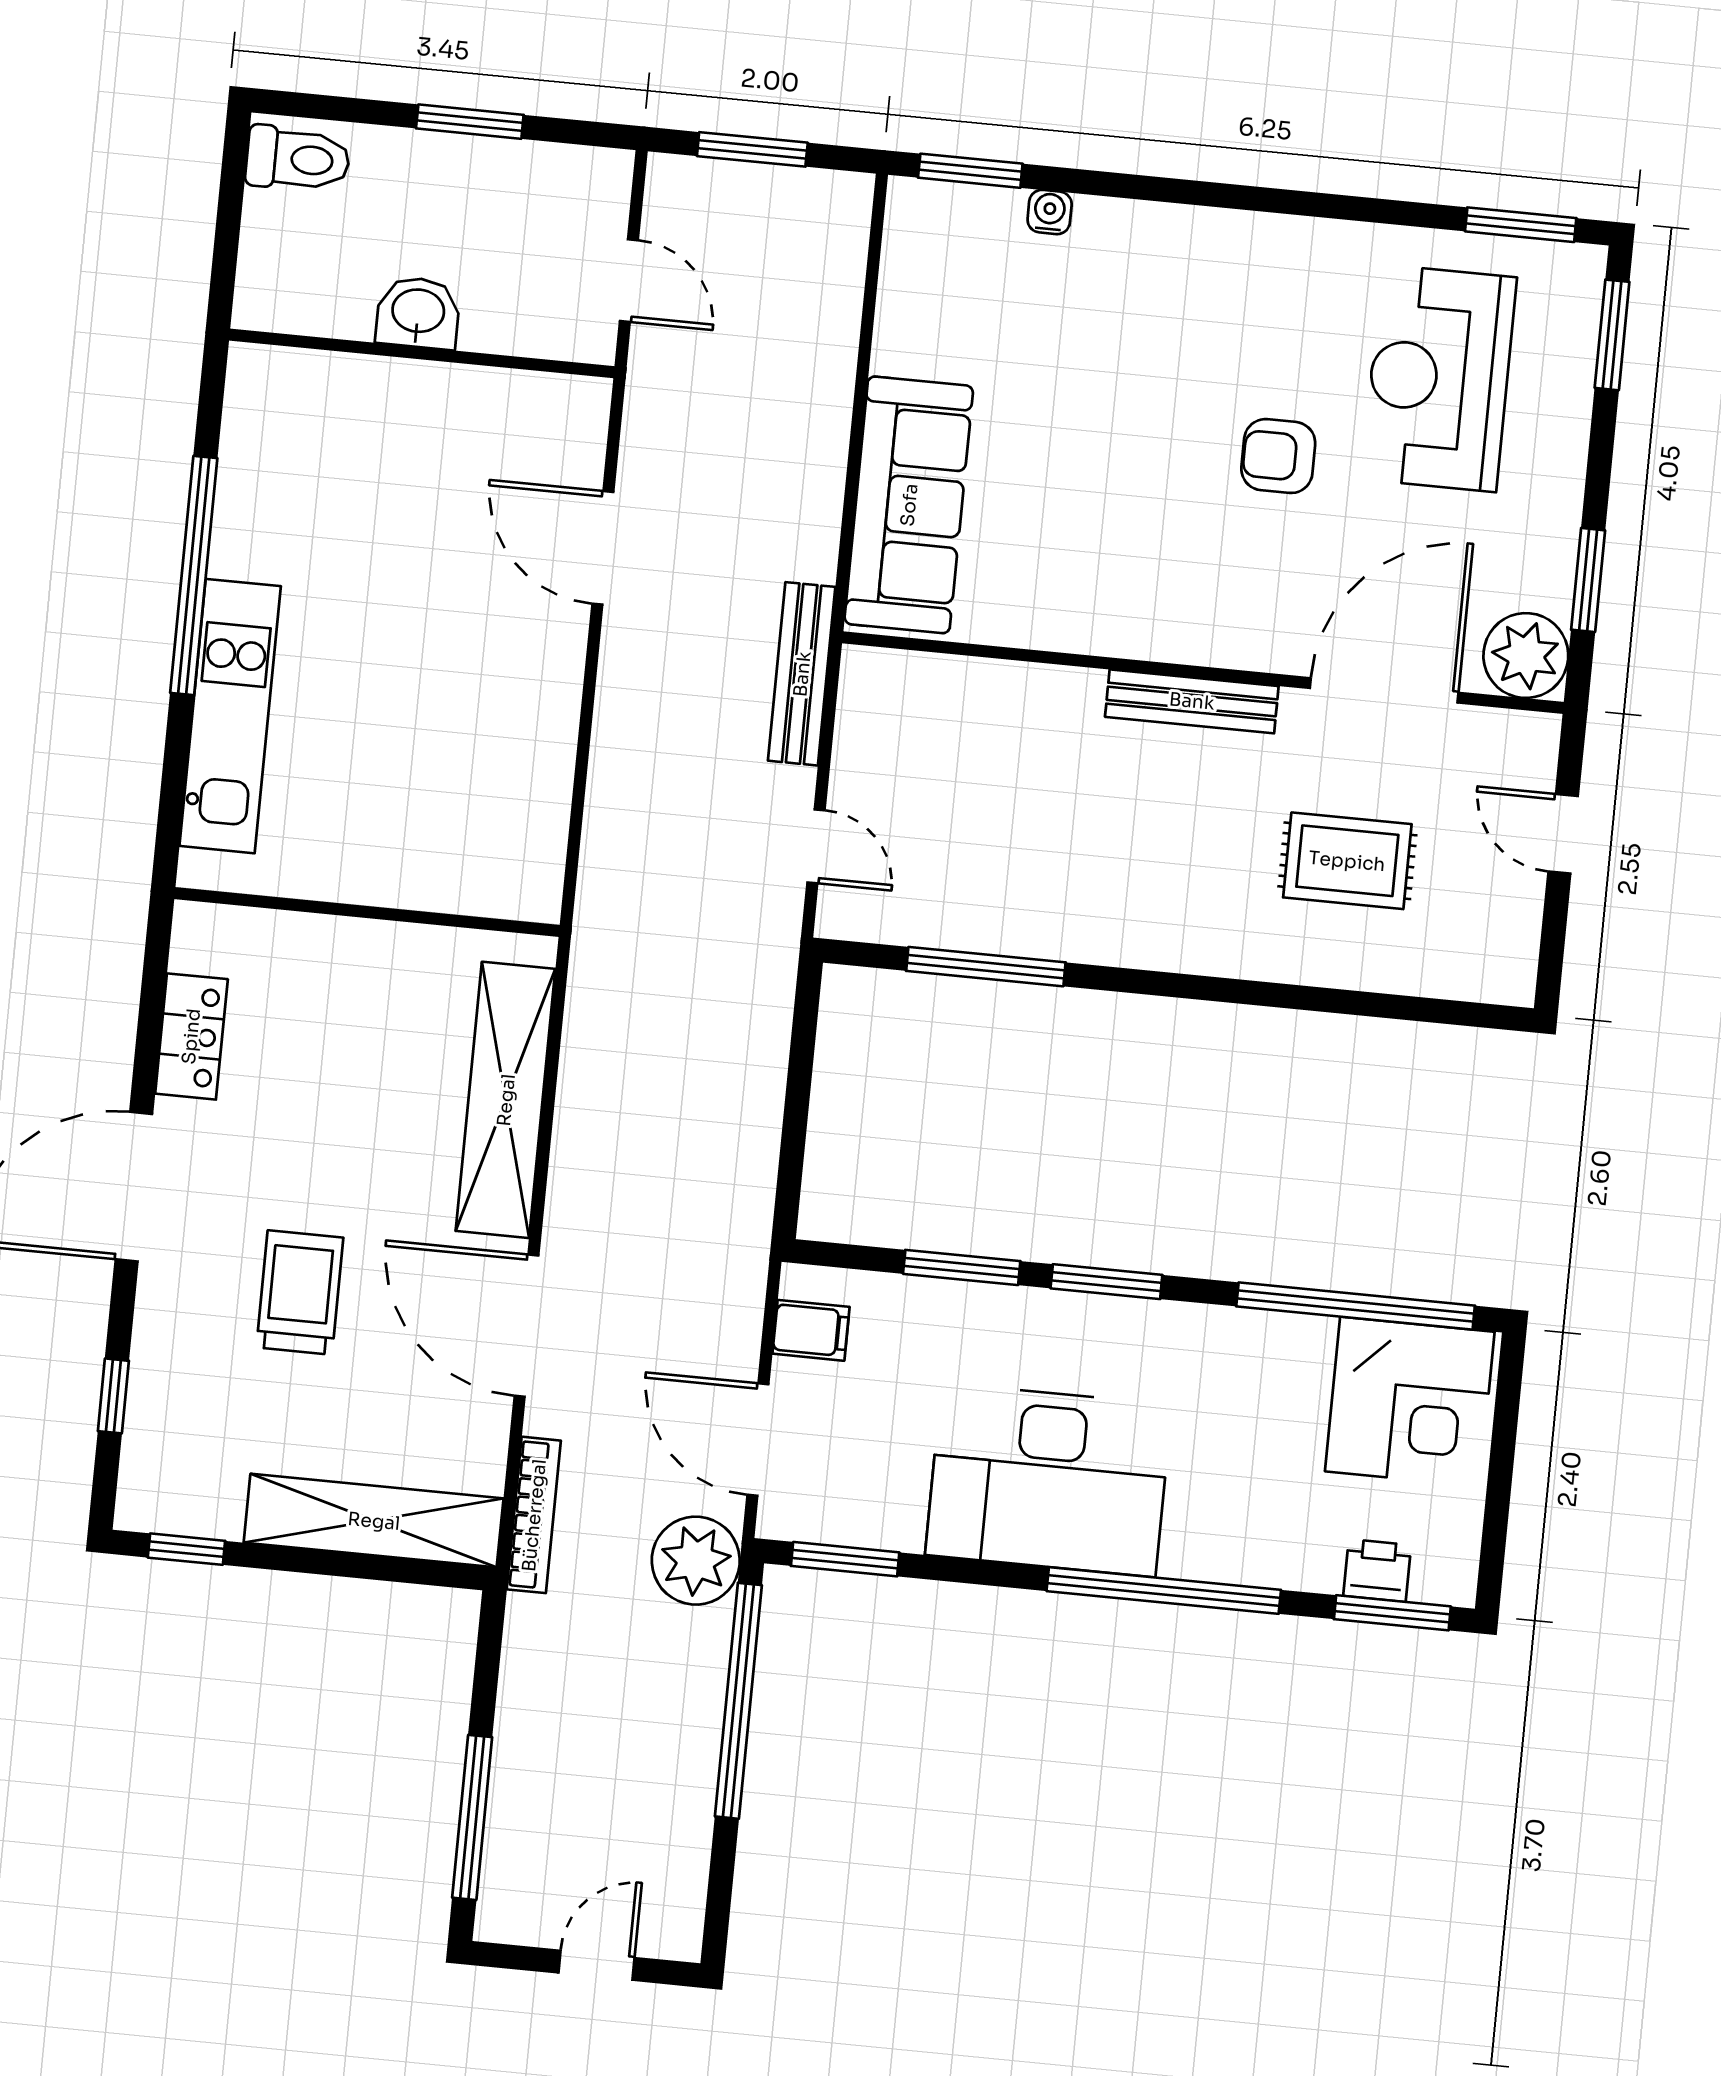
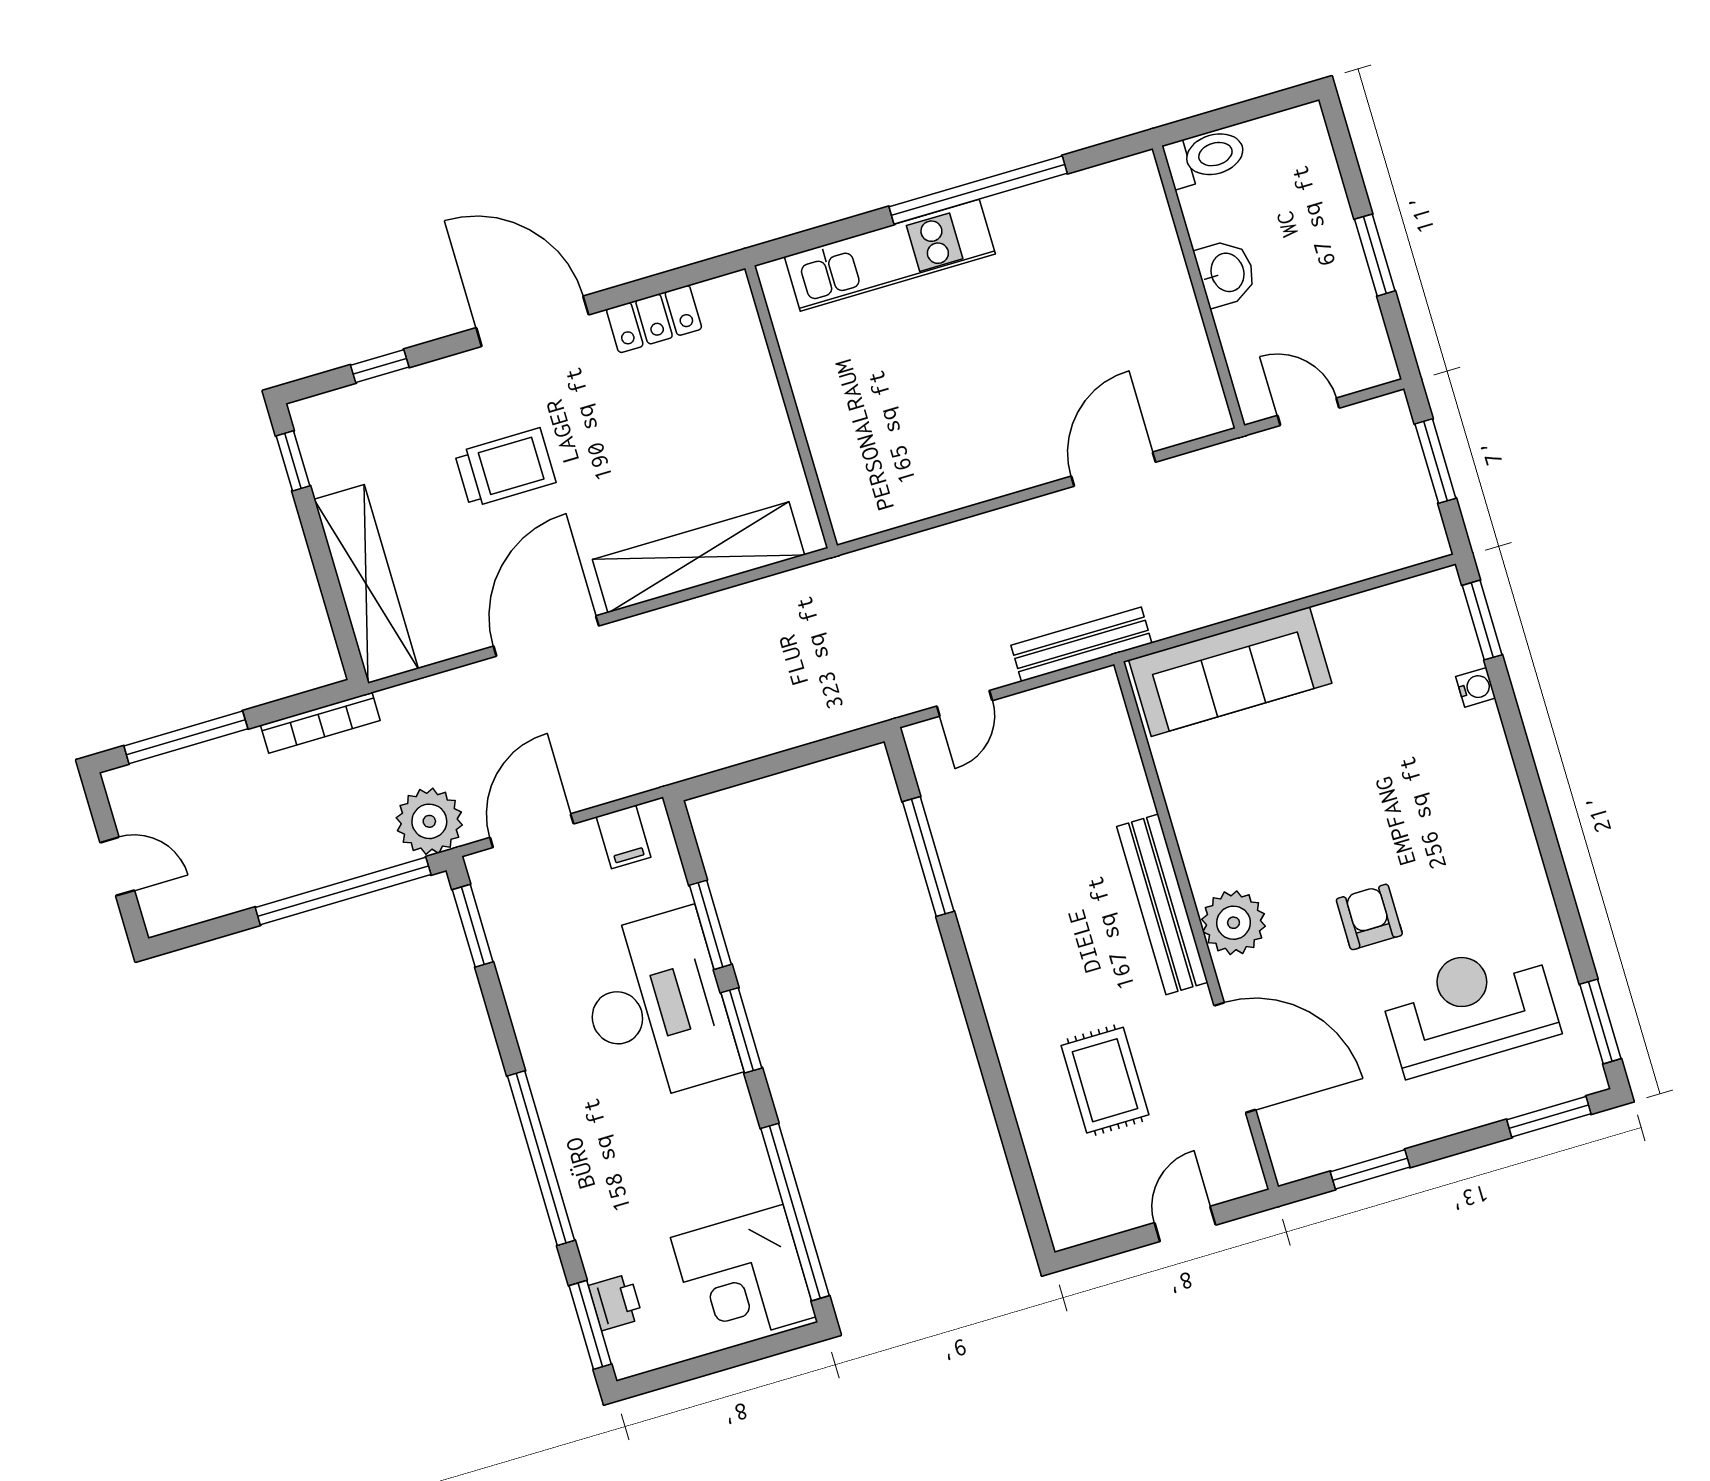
toilet: (298, 159) -> (1205, 157), moved, turned -90
door: (629, 281) -> (1308, 412), swing flipped
plant: (1526, 656) -> (1233, 923), moved
bench: (1192, 701) -> (1162, 904), width x1.37, depth x1.21
desk: (1049, 1480) -> (656, 1006), moved, turned 180
bookcase: (534, 1515) -> (320, 723), moved

